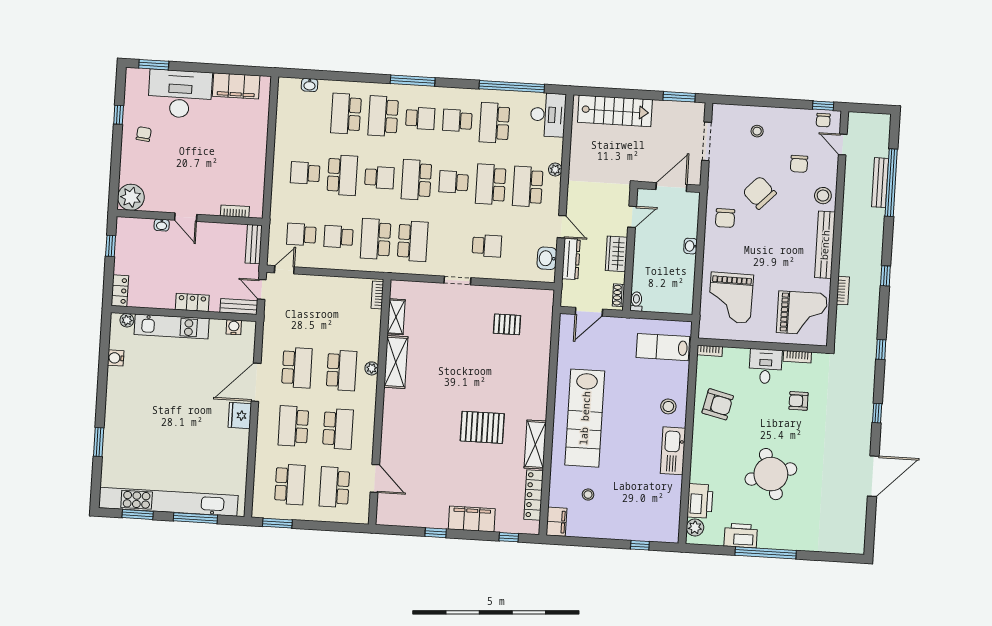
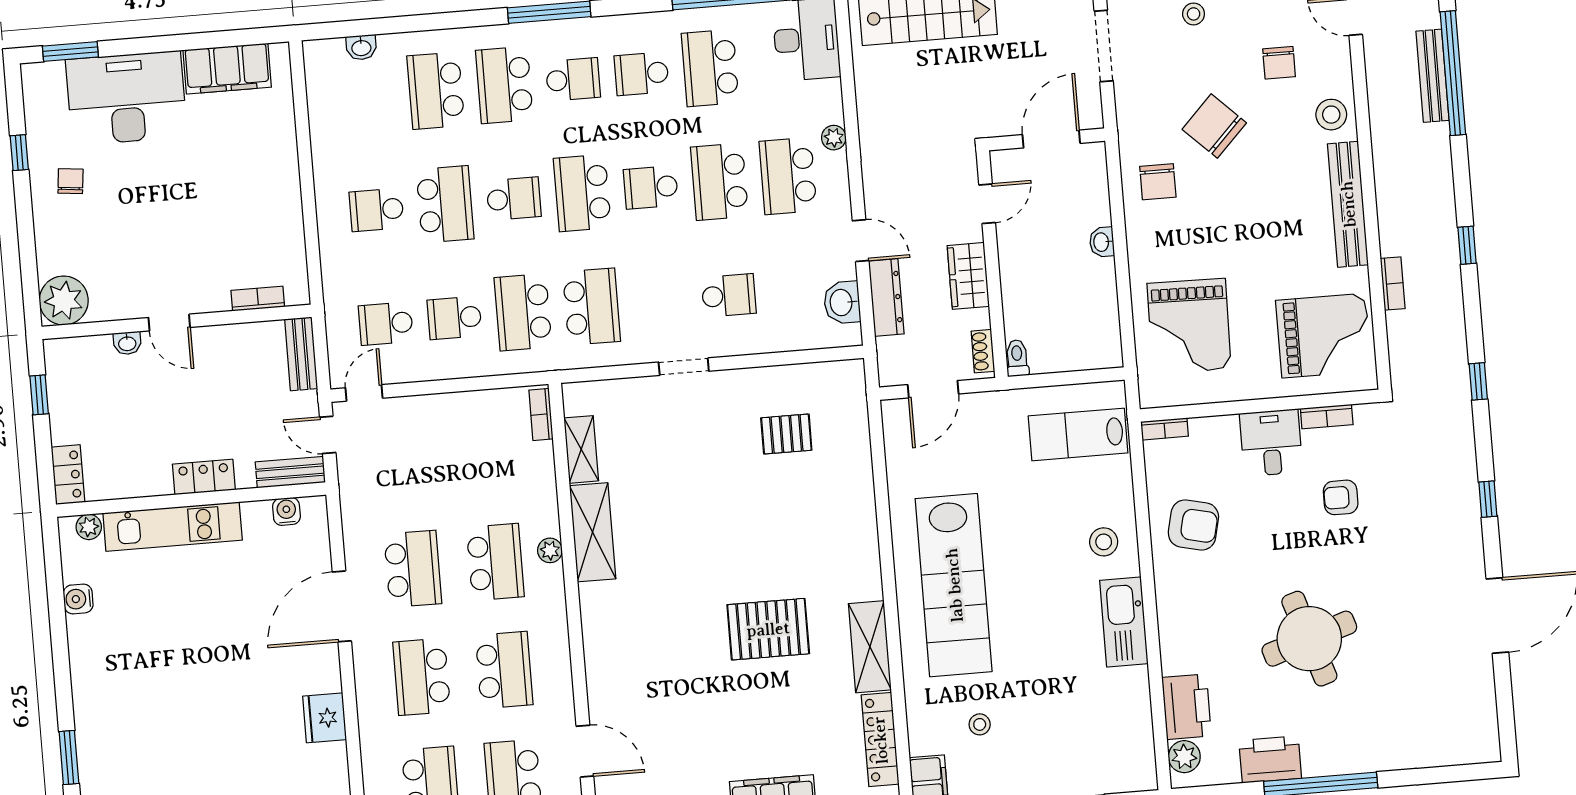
fridge: (240, 416) -> (325, 718), moved

